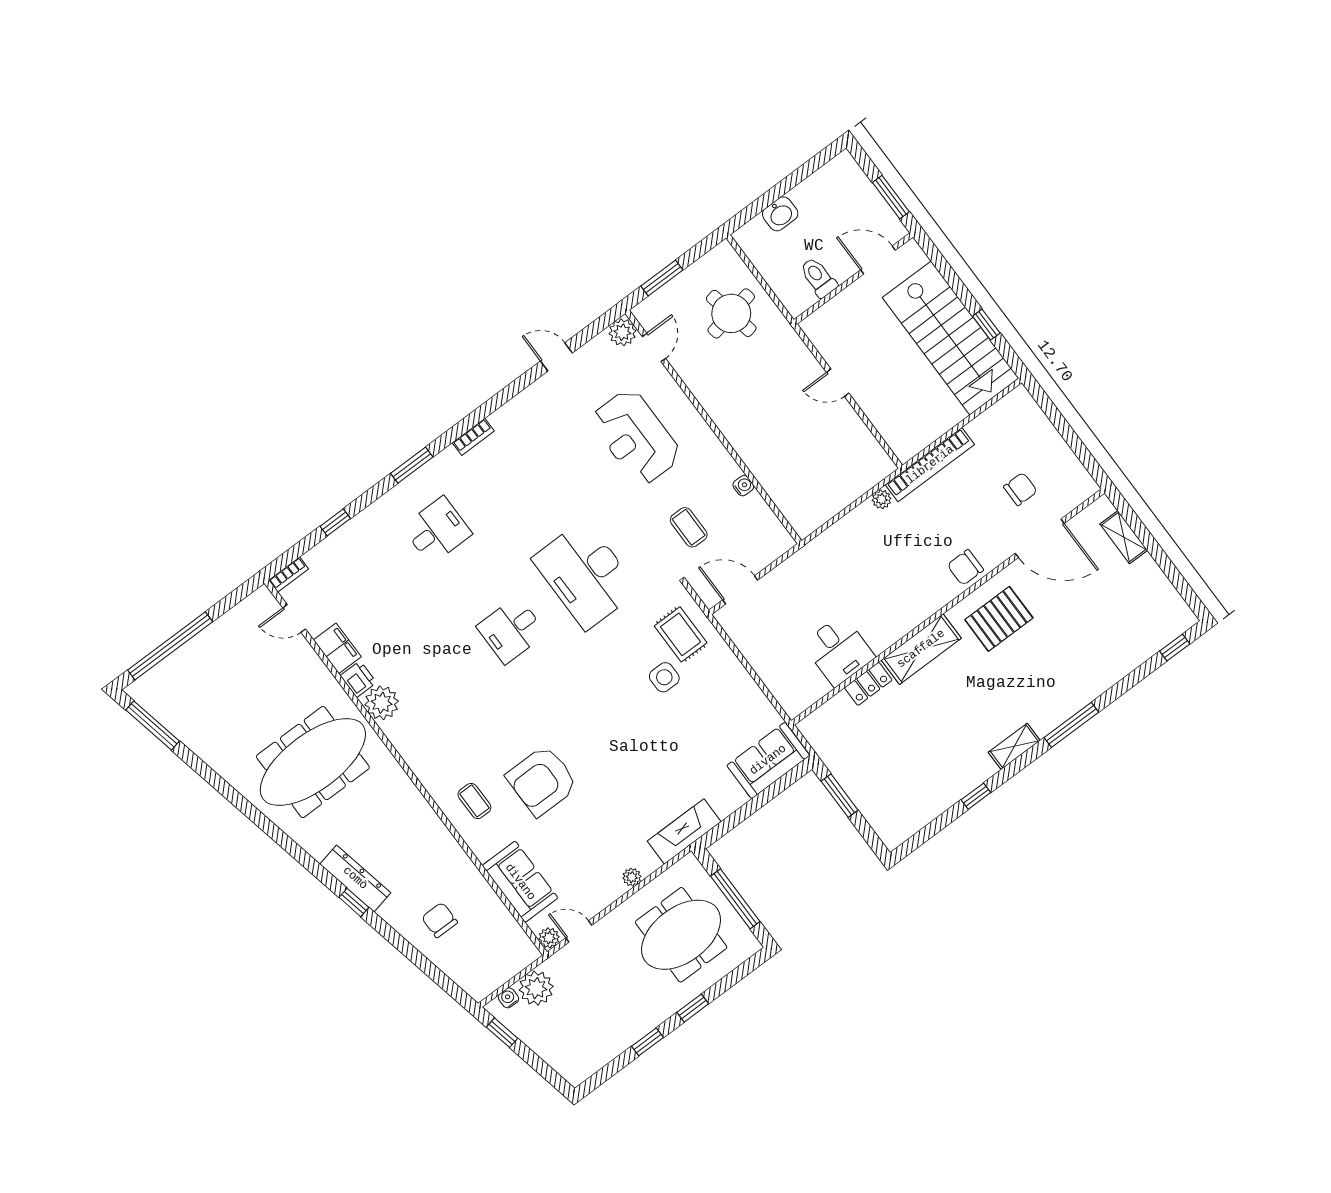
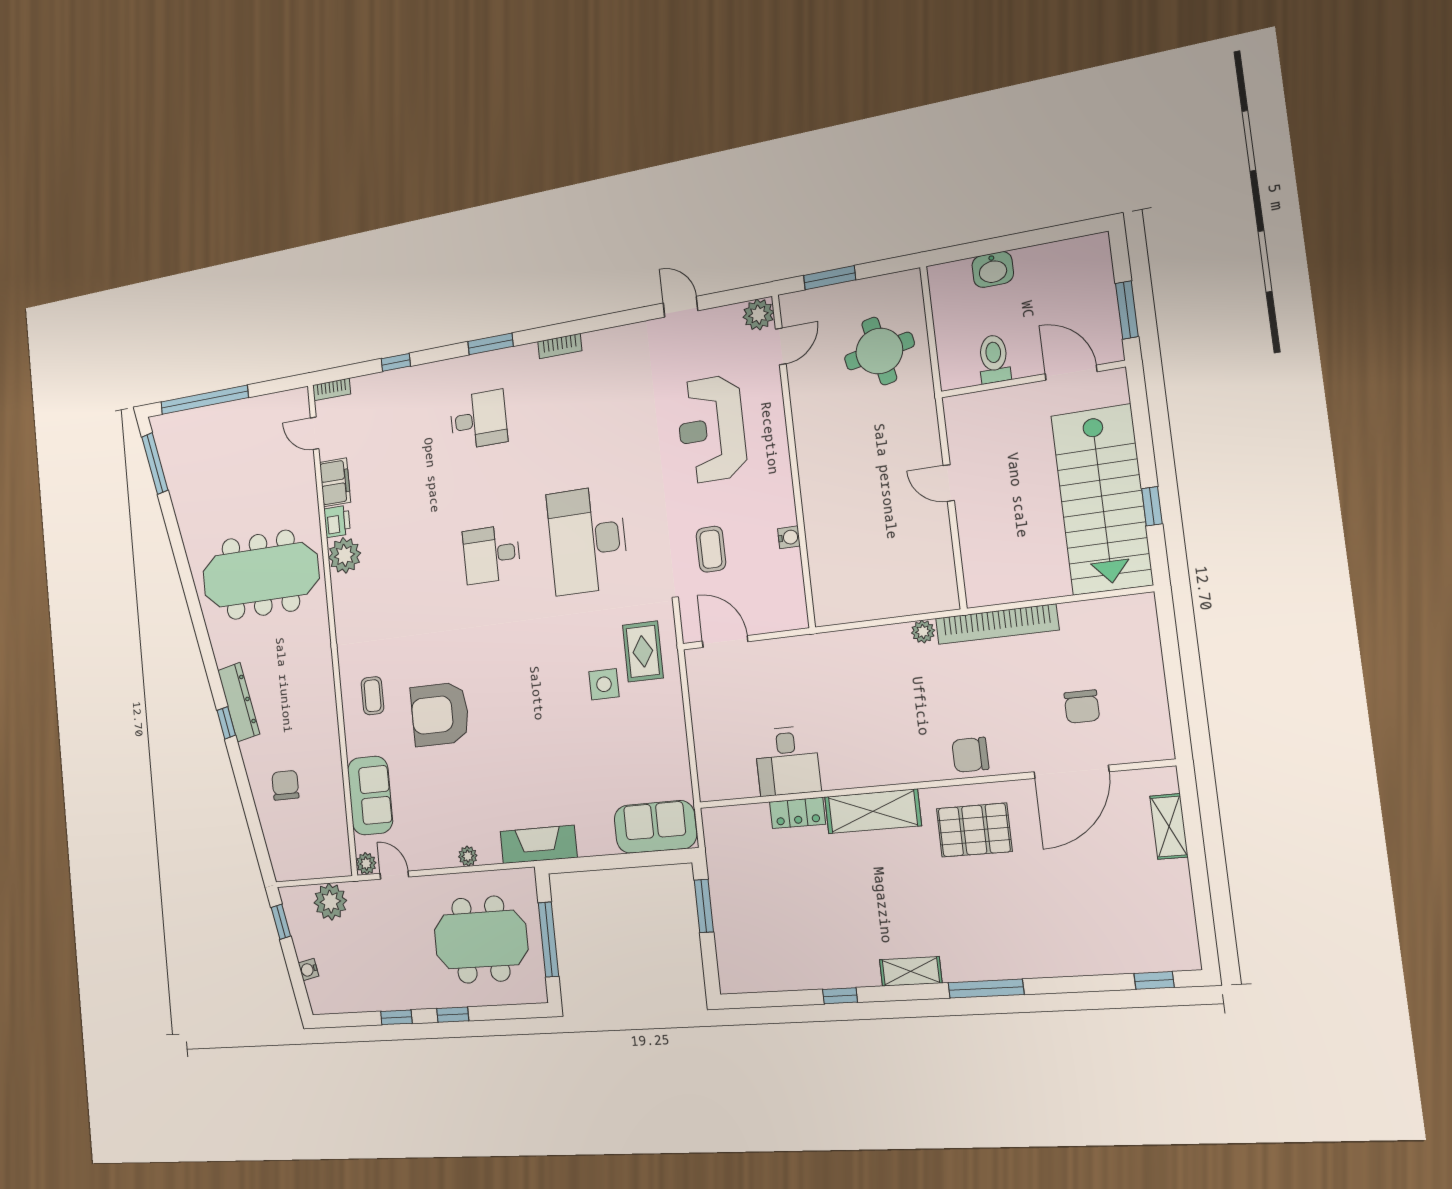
chair: (1020, 489) -> (1082, 707), turned 90
door: (1040, 538) -> (1071, 772), hinge flipped
water cooler: (508, 998) -> (308, 970), moved, turned -102

